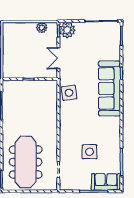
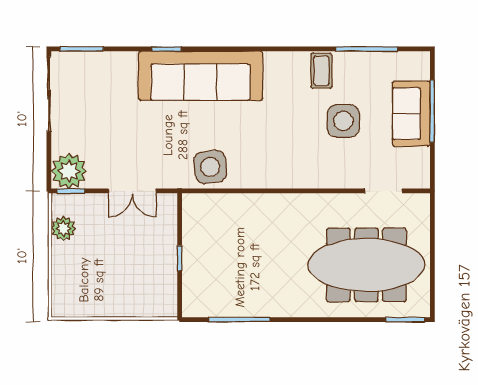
coffee table: (112, 142) -> (321, 71), added
sofa: (106, 182) -> (411, 114), moved

